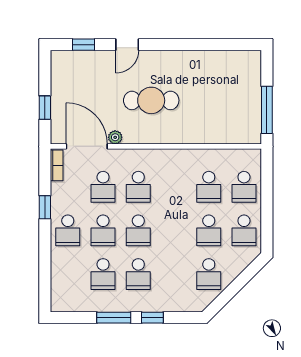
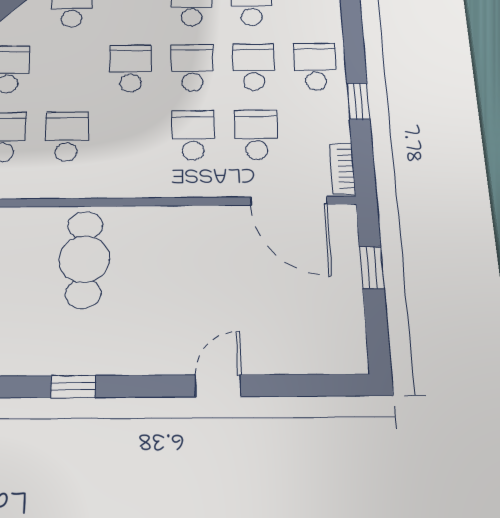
window: (84, 45) -> (73, 386), moved
cafe table: (151, 100) -> (84, 259), moved, turned 90
plant: (115, 137) -> (237, 217), removed
school desk: (209, 230) -> (131, 68), moved

